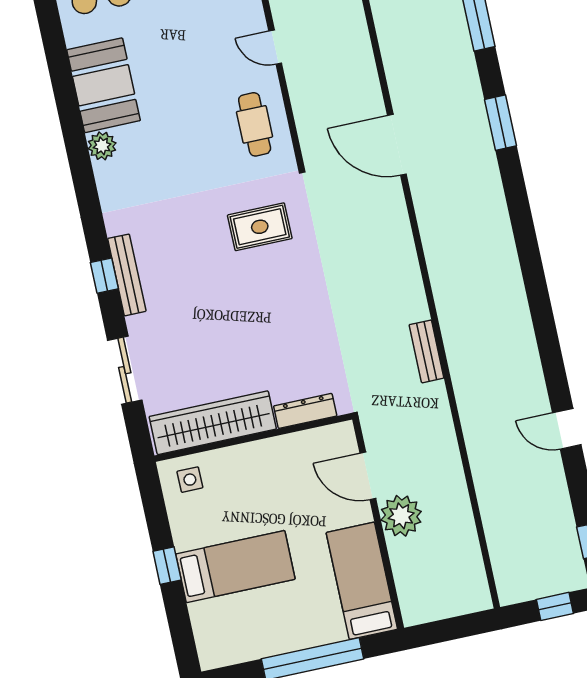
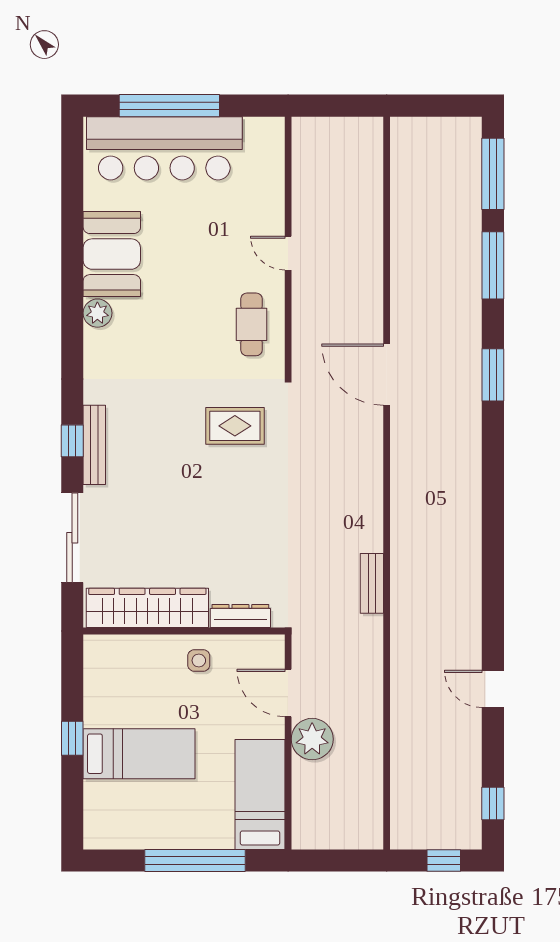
sliding door: (125, 370) -> (72, 538), width x1.37
side table: (190, 480) -> (199, 660), moved

